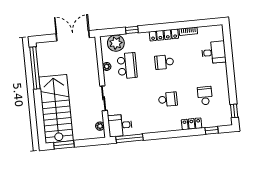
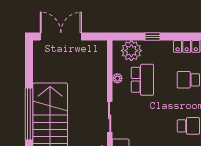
double door: (73, 36) -> (61, 37), moved
window: (35, 68) -> (29, 114), moved

